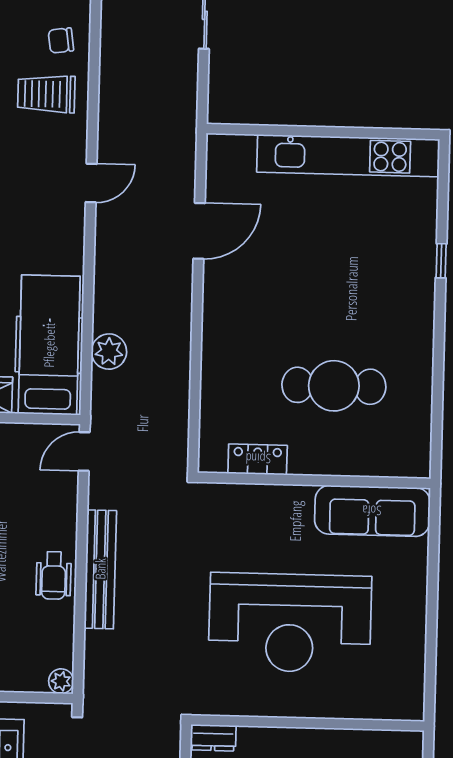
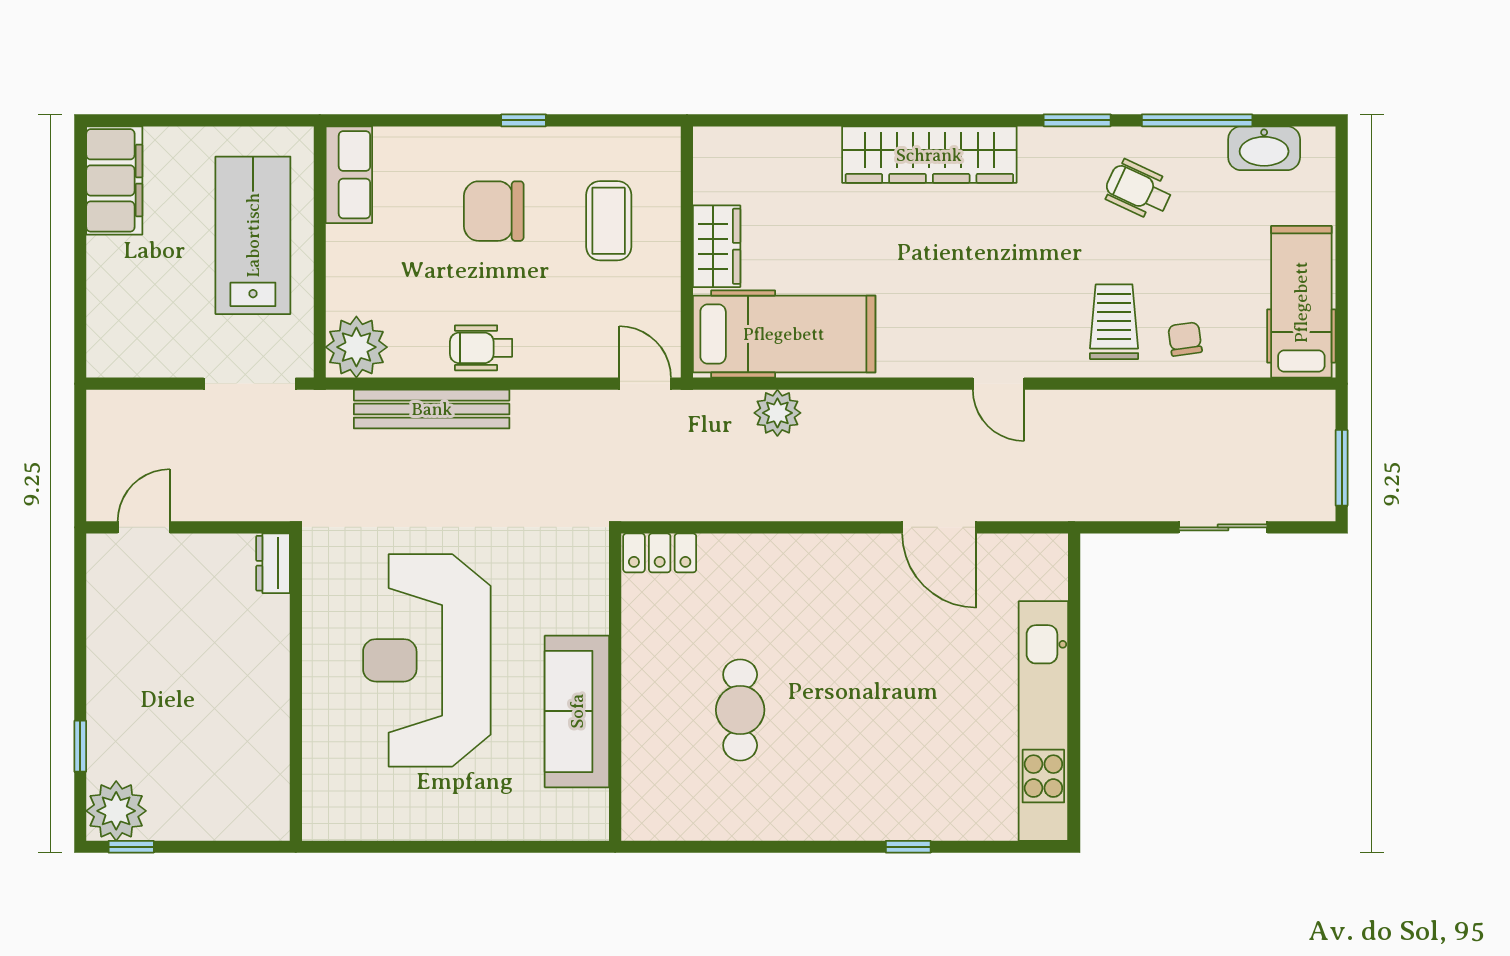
cafe table: (334, 386) -> (740, 710), width x0.73, depth x0.74
locker: (258, 459) -> (660, 553), moved, turned 90
sofa: (372, 511) -> (577, 711), moved
bench: (100, 569) -> (432, 409), moved
plant: (61, 681) -> (356, 347), width x1.88, depth x1.88

